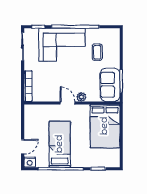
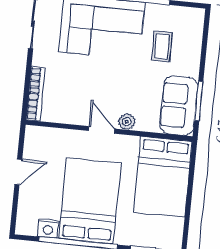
bed: (60, 144) -> (90, 201), width x1.50
door: (23, 147) -> (18, 172), moved
nightstand: (30, 162) -> (48, 228), moved

